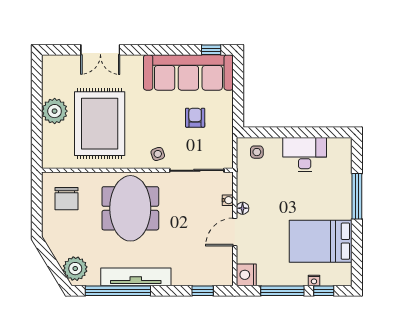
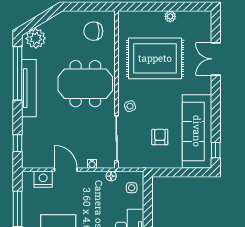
plant: (55, 111) -> (170, 16), width x0.53, depth x0.53
armchair: (195, 118) -> (160, 137), turned -90
floor lamp: (243, 208) -> (111, 176), moved
nightstand: (246, 275) -> (43, 179), moved

